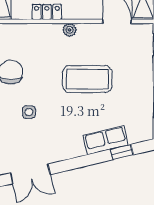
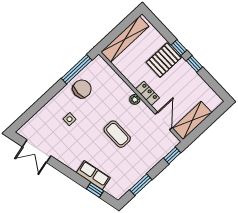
locker: (47, 12) -> (147, 93), moved
coffee table: (87, 79) -> (117, 134), width x0.73, depth x0.76

